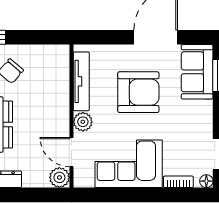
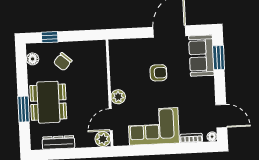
tv unit: (81, 81) -> (116, 67), removed
armchair: (138, 92) -> (158, 73), width x0.53, depth x0.53
door: (71, 152) -> (111, 120), hinge flipped

